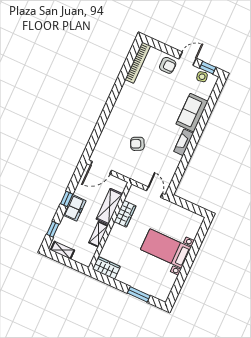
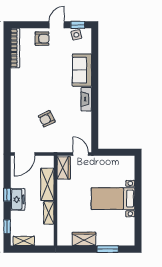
wardrobe: (125, 214) -> (64, 168), moved
wardrobe: (106, 268) -> (84, 239), moved

